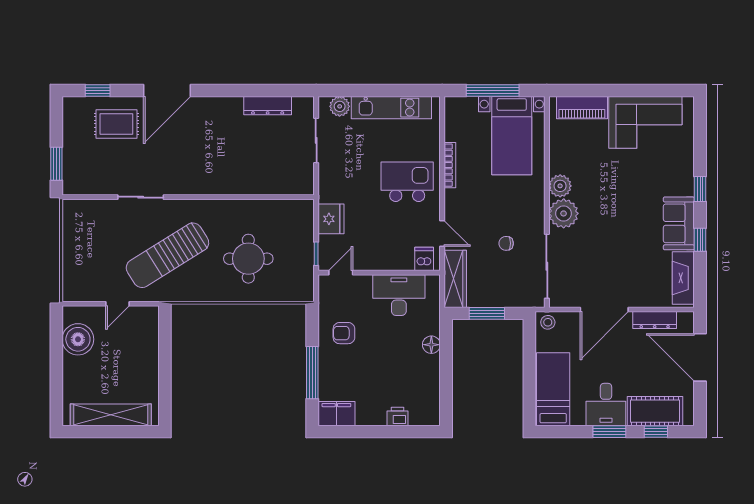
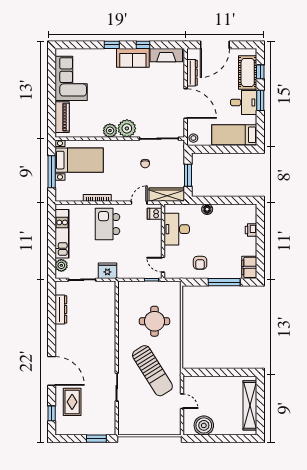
fridge: (331, 219) -> (107, 271), moved

